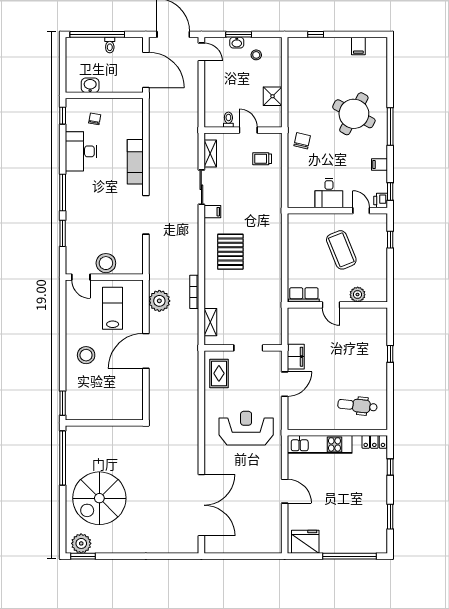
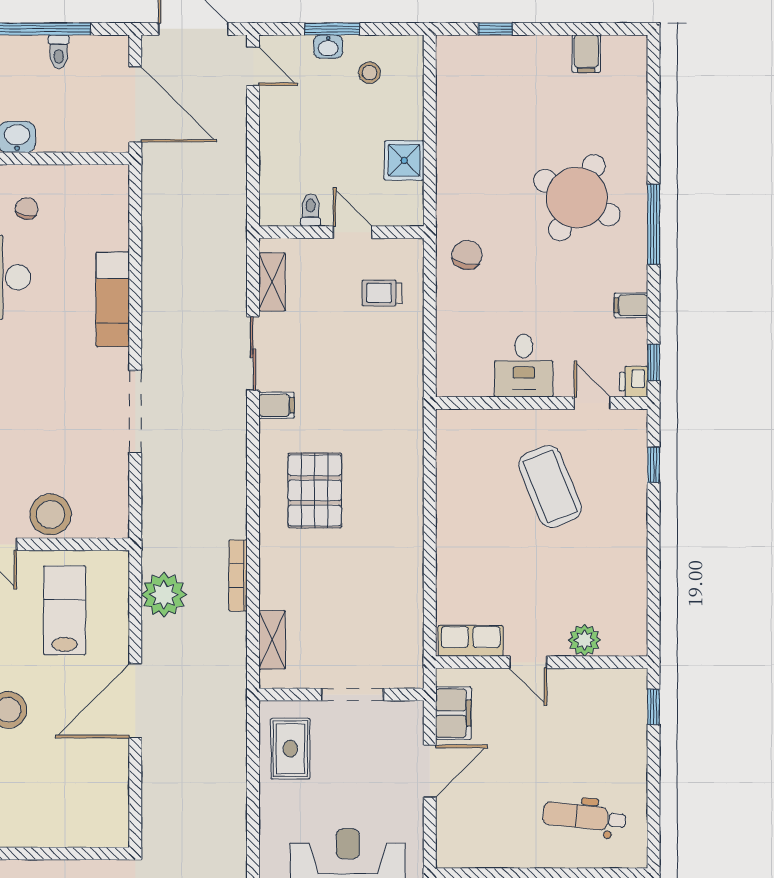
row of seats: (304, 295) -> (471, 641), moved
plant: (358, 295) -> (584, 640), moved
door: (331, 305) -> (528, 662), moved
wall: (337, 305) -> (542, 662), moved

